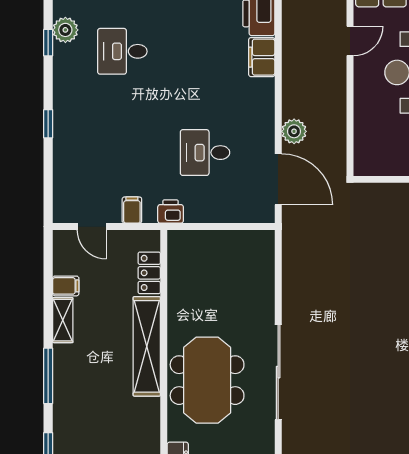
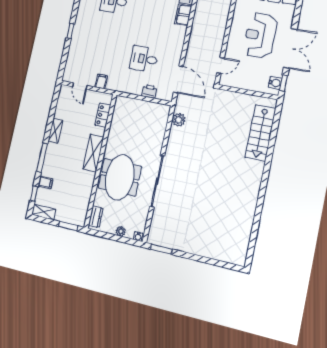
door: (350, 41) -> (220, 65), moved
plant: (294, 131) -> (179, 120), moved
printer: (171, 212) -> (149, 91), moved
filing cabinet: (66, 286) -> (45, 182), moved
shelving: (147, 346) -> (93, 153), width x0.68

